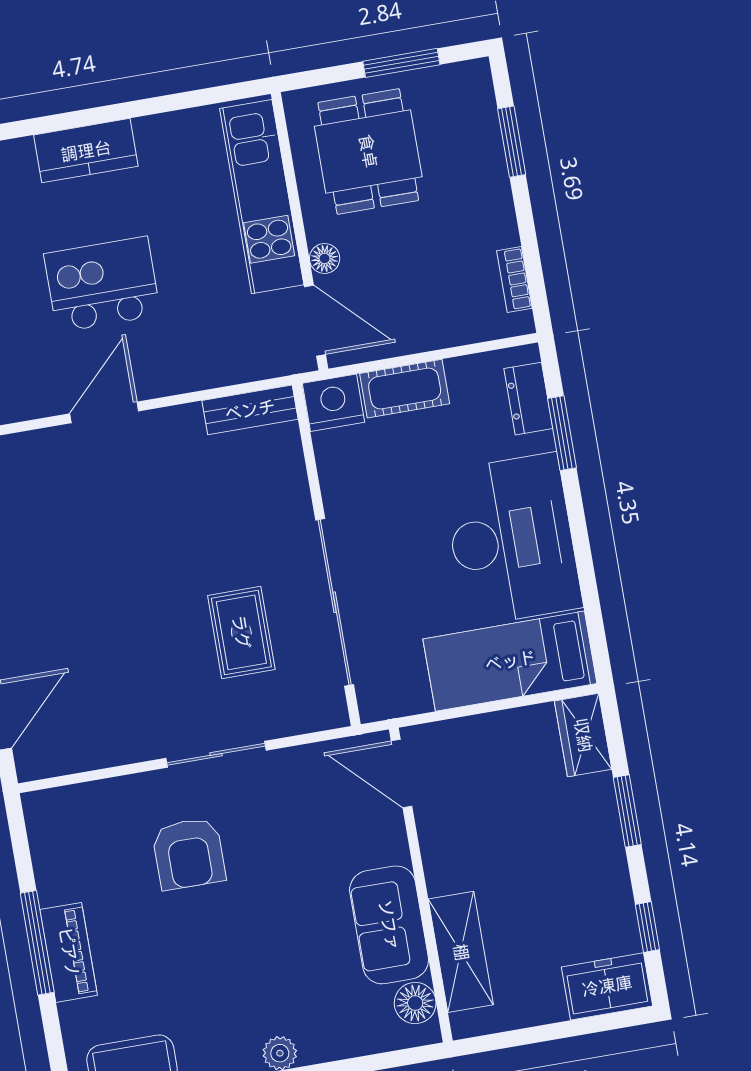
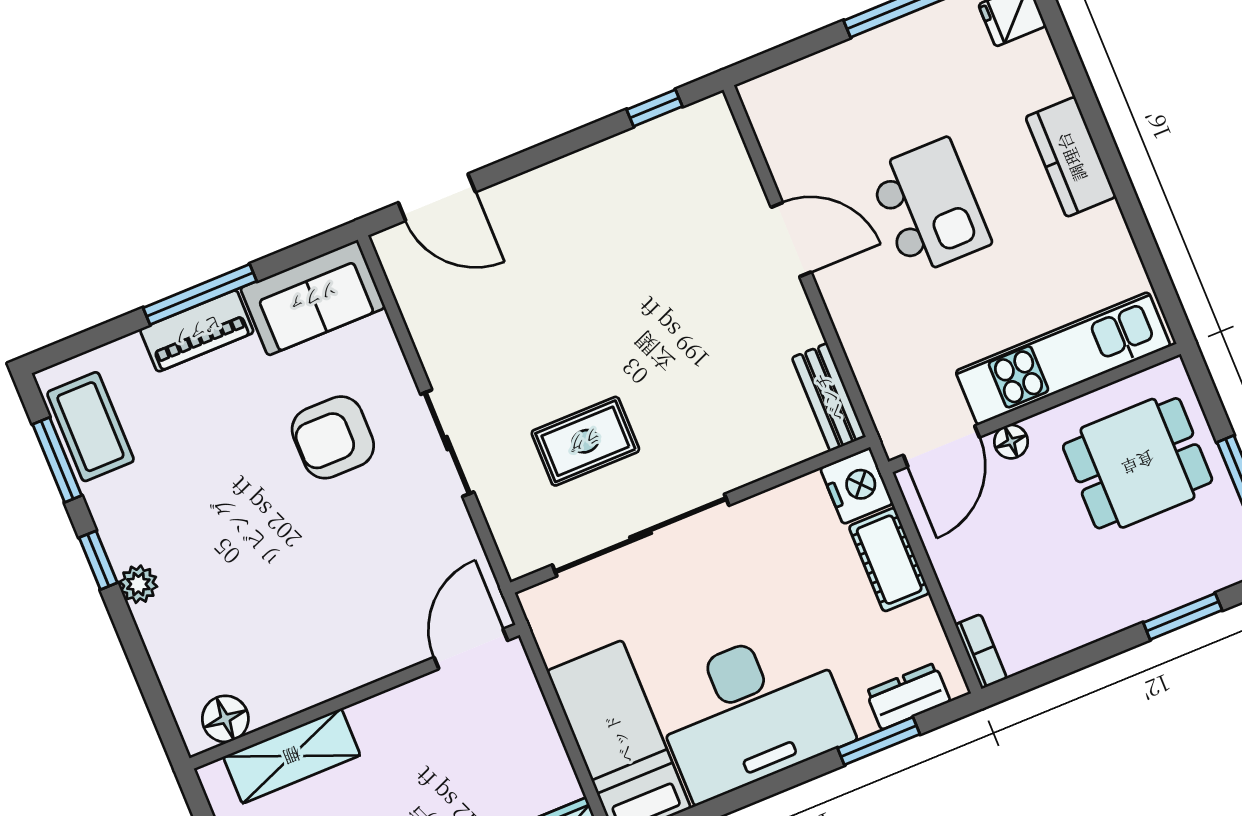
bookcase: (514, 279) -> (981, 652), moved, turned 90
sofa: (389, 925) -> (313, 298), moved, turned 180

